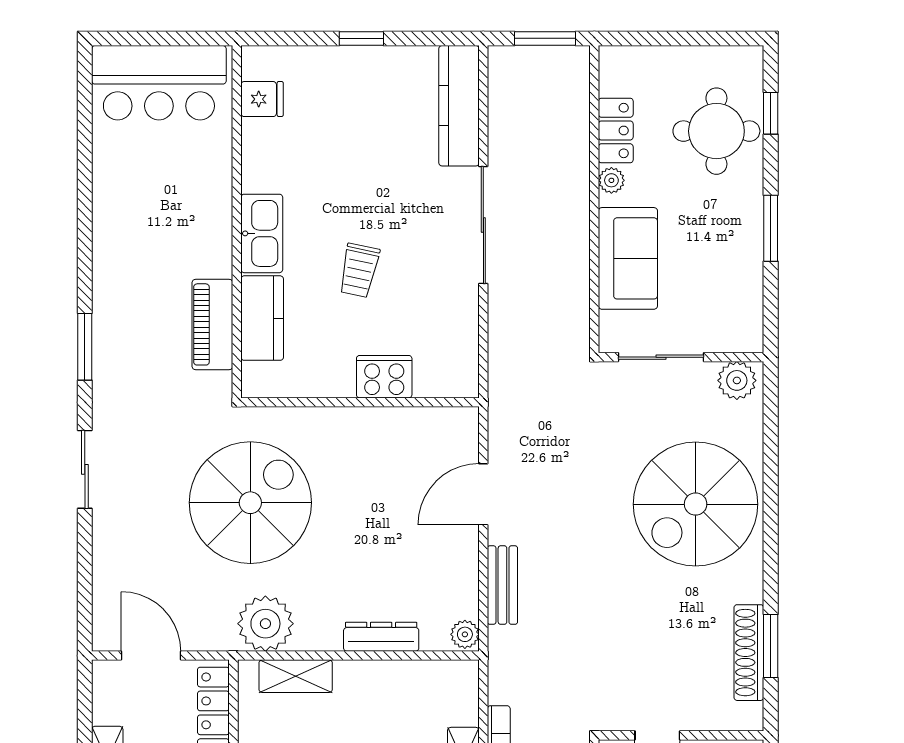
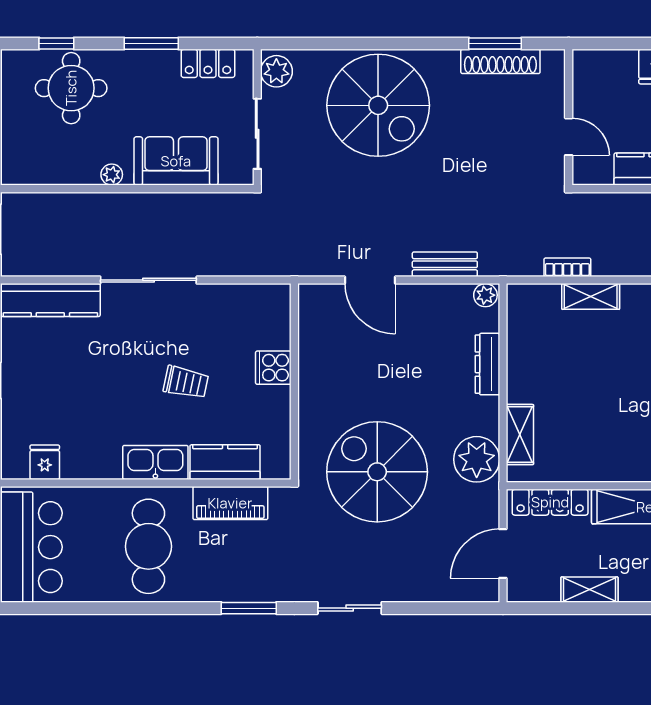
locker: (616, 130) -> (208, 63), moved, turned 180
cafe table: (160, 225) -> (148, 546), added
cooker: (384, 377) -> (273, 368), width x0.73

